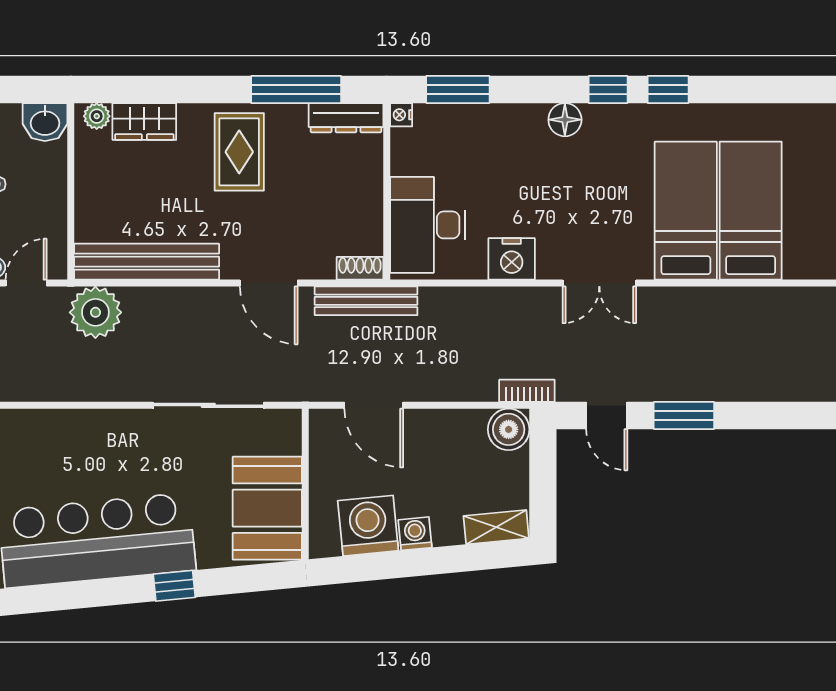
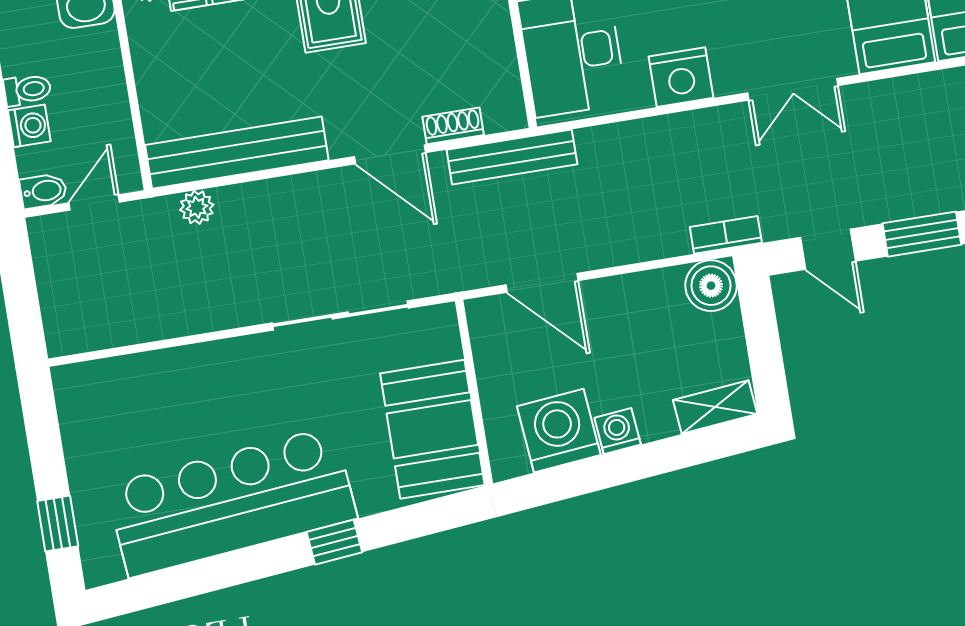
shoe rack: (360, 268) -> (453, 126), moved
plant: (95, 312) -> (197, 207), width x0.53, depth x0.53

